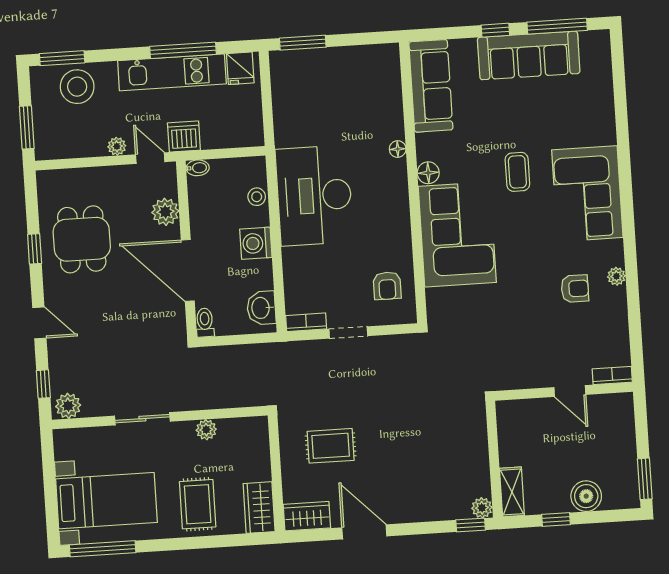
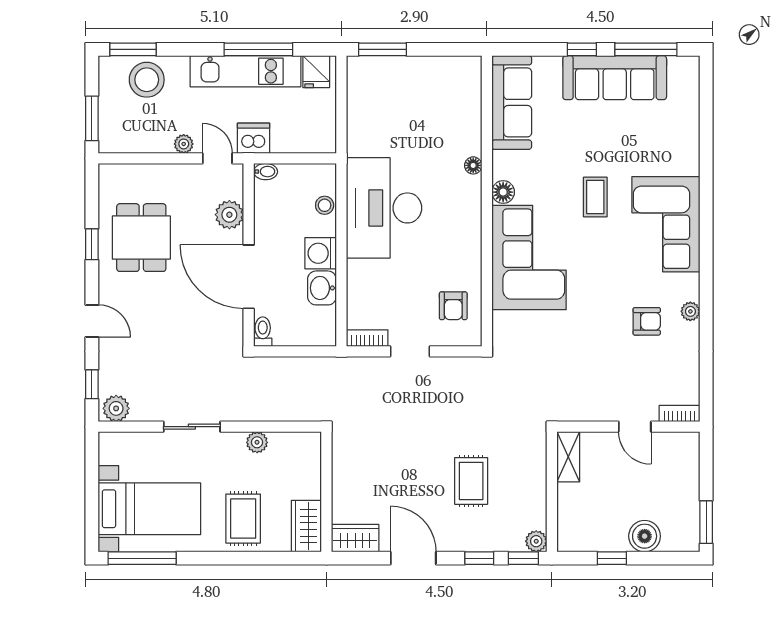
washbasin: (261, 308) -> (322, 288), moved
rug: (331, 446) -> (471, 481), moved, turned 90
shelving: (512, 492) -> (568, 457), moved
window: (428, 528) -> (479, 558), added

